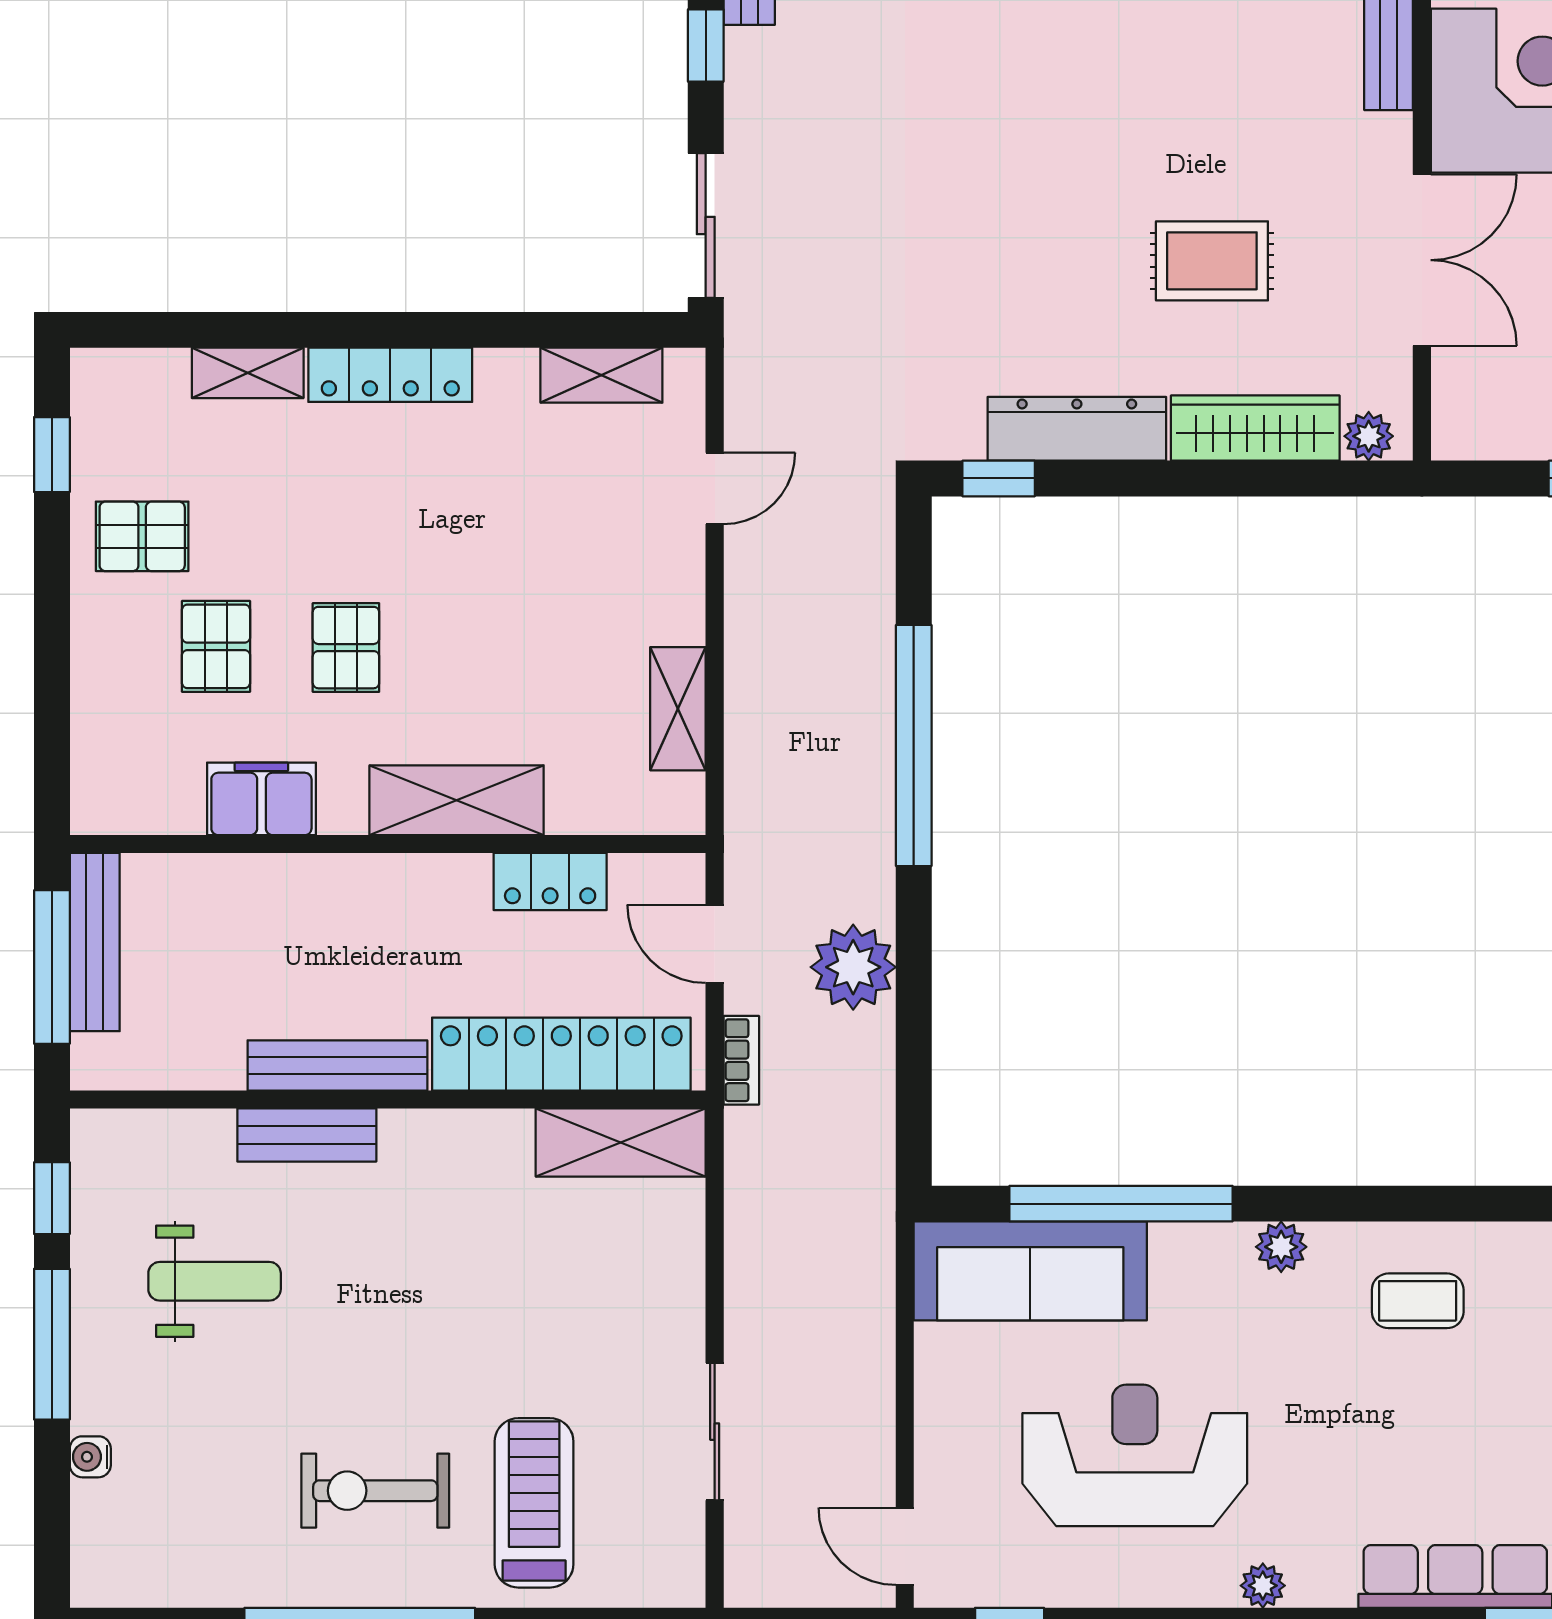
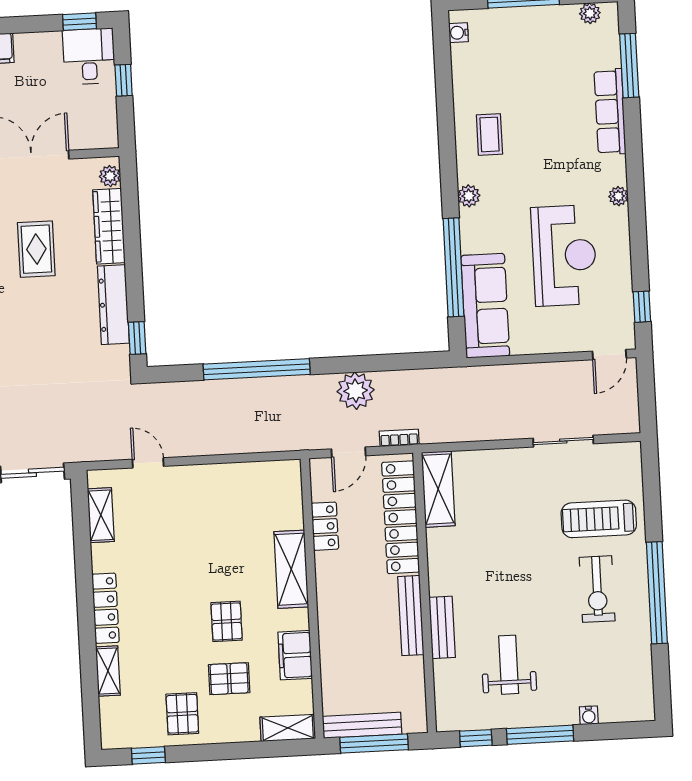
pallet: (346, 648) -> (227, 621), turned 90
shelving: (678, 709) -> (288, 728), moved
reception desk: (1135, 1455) -> (564, 255), turned 180

